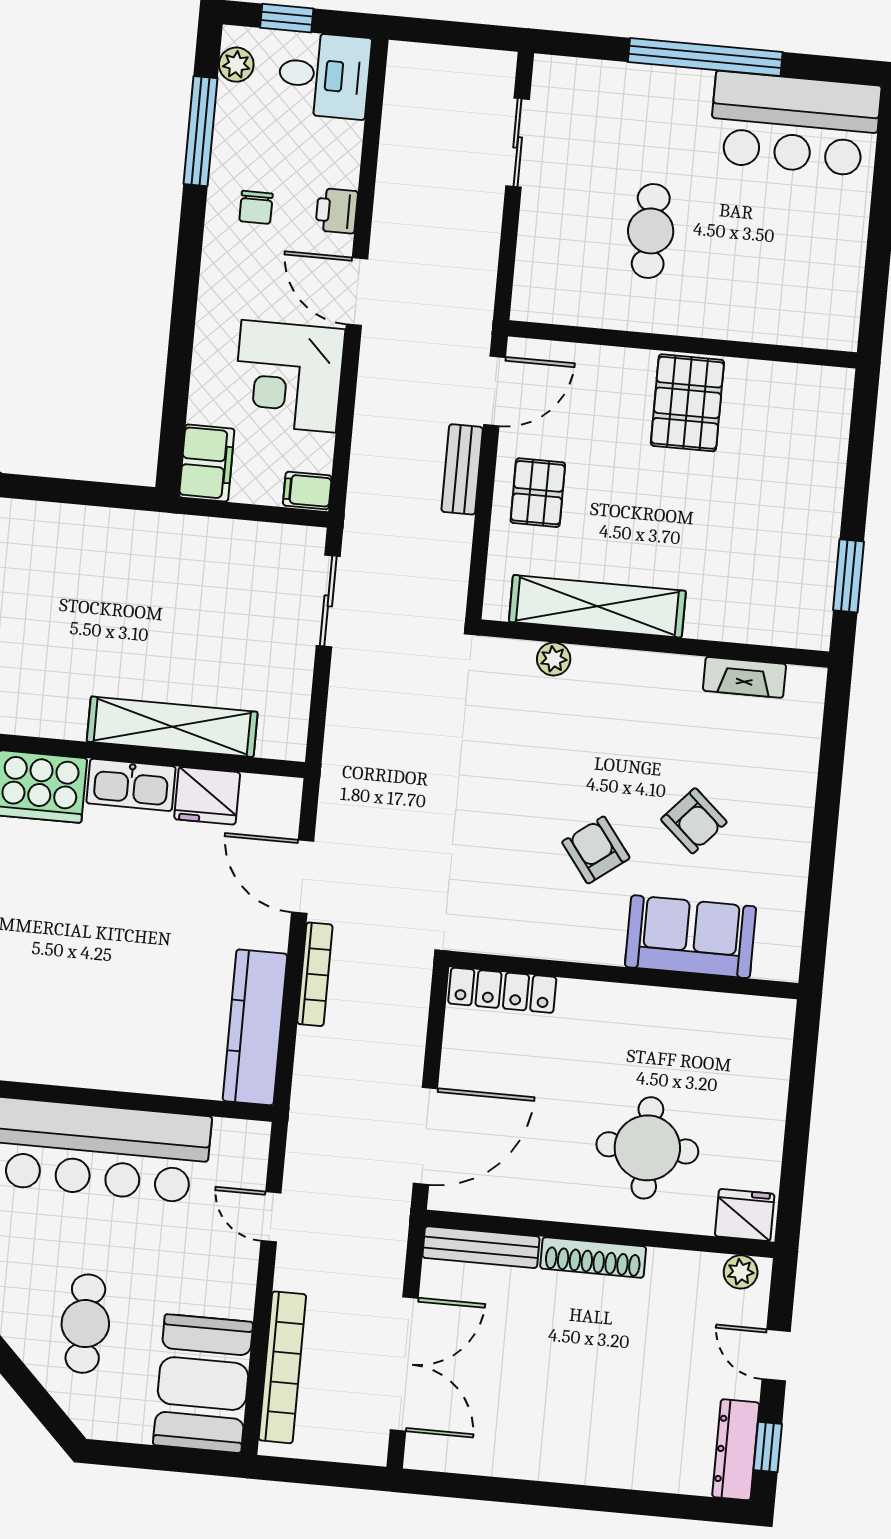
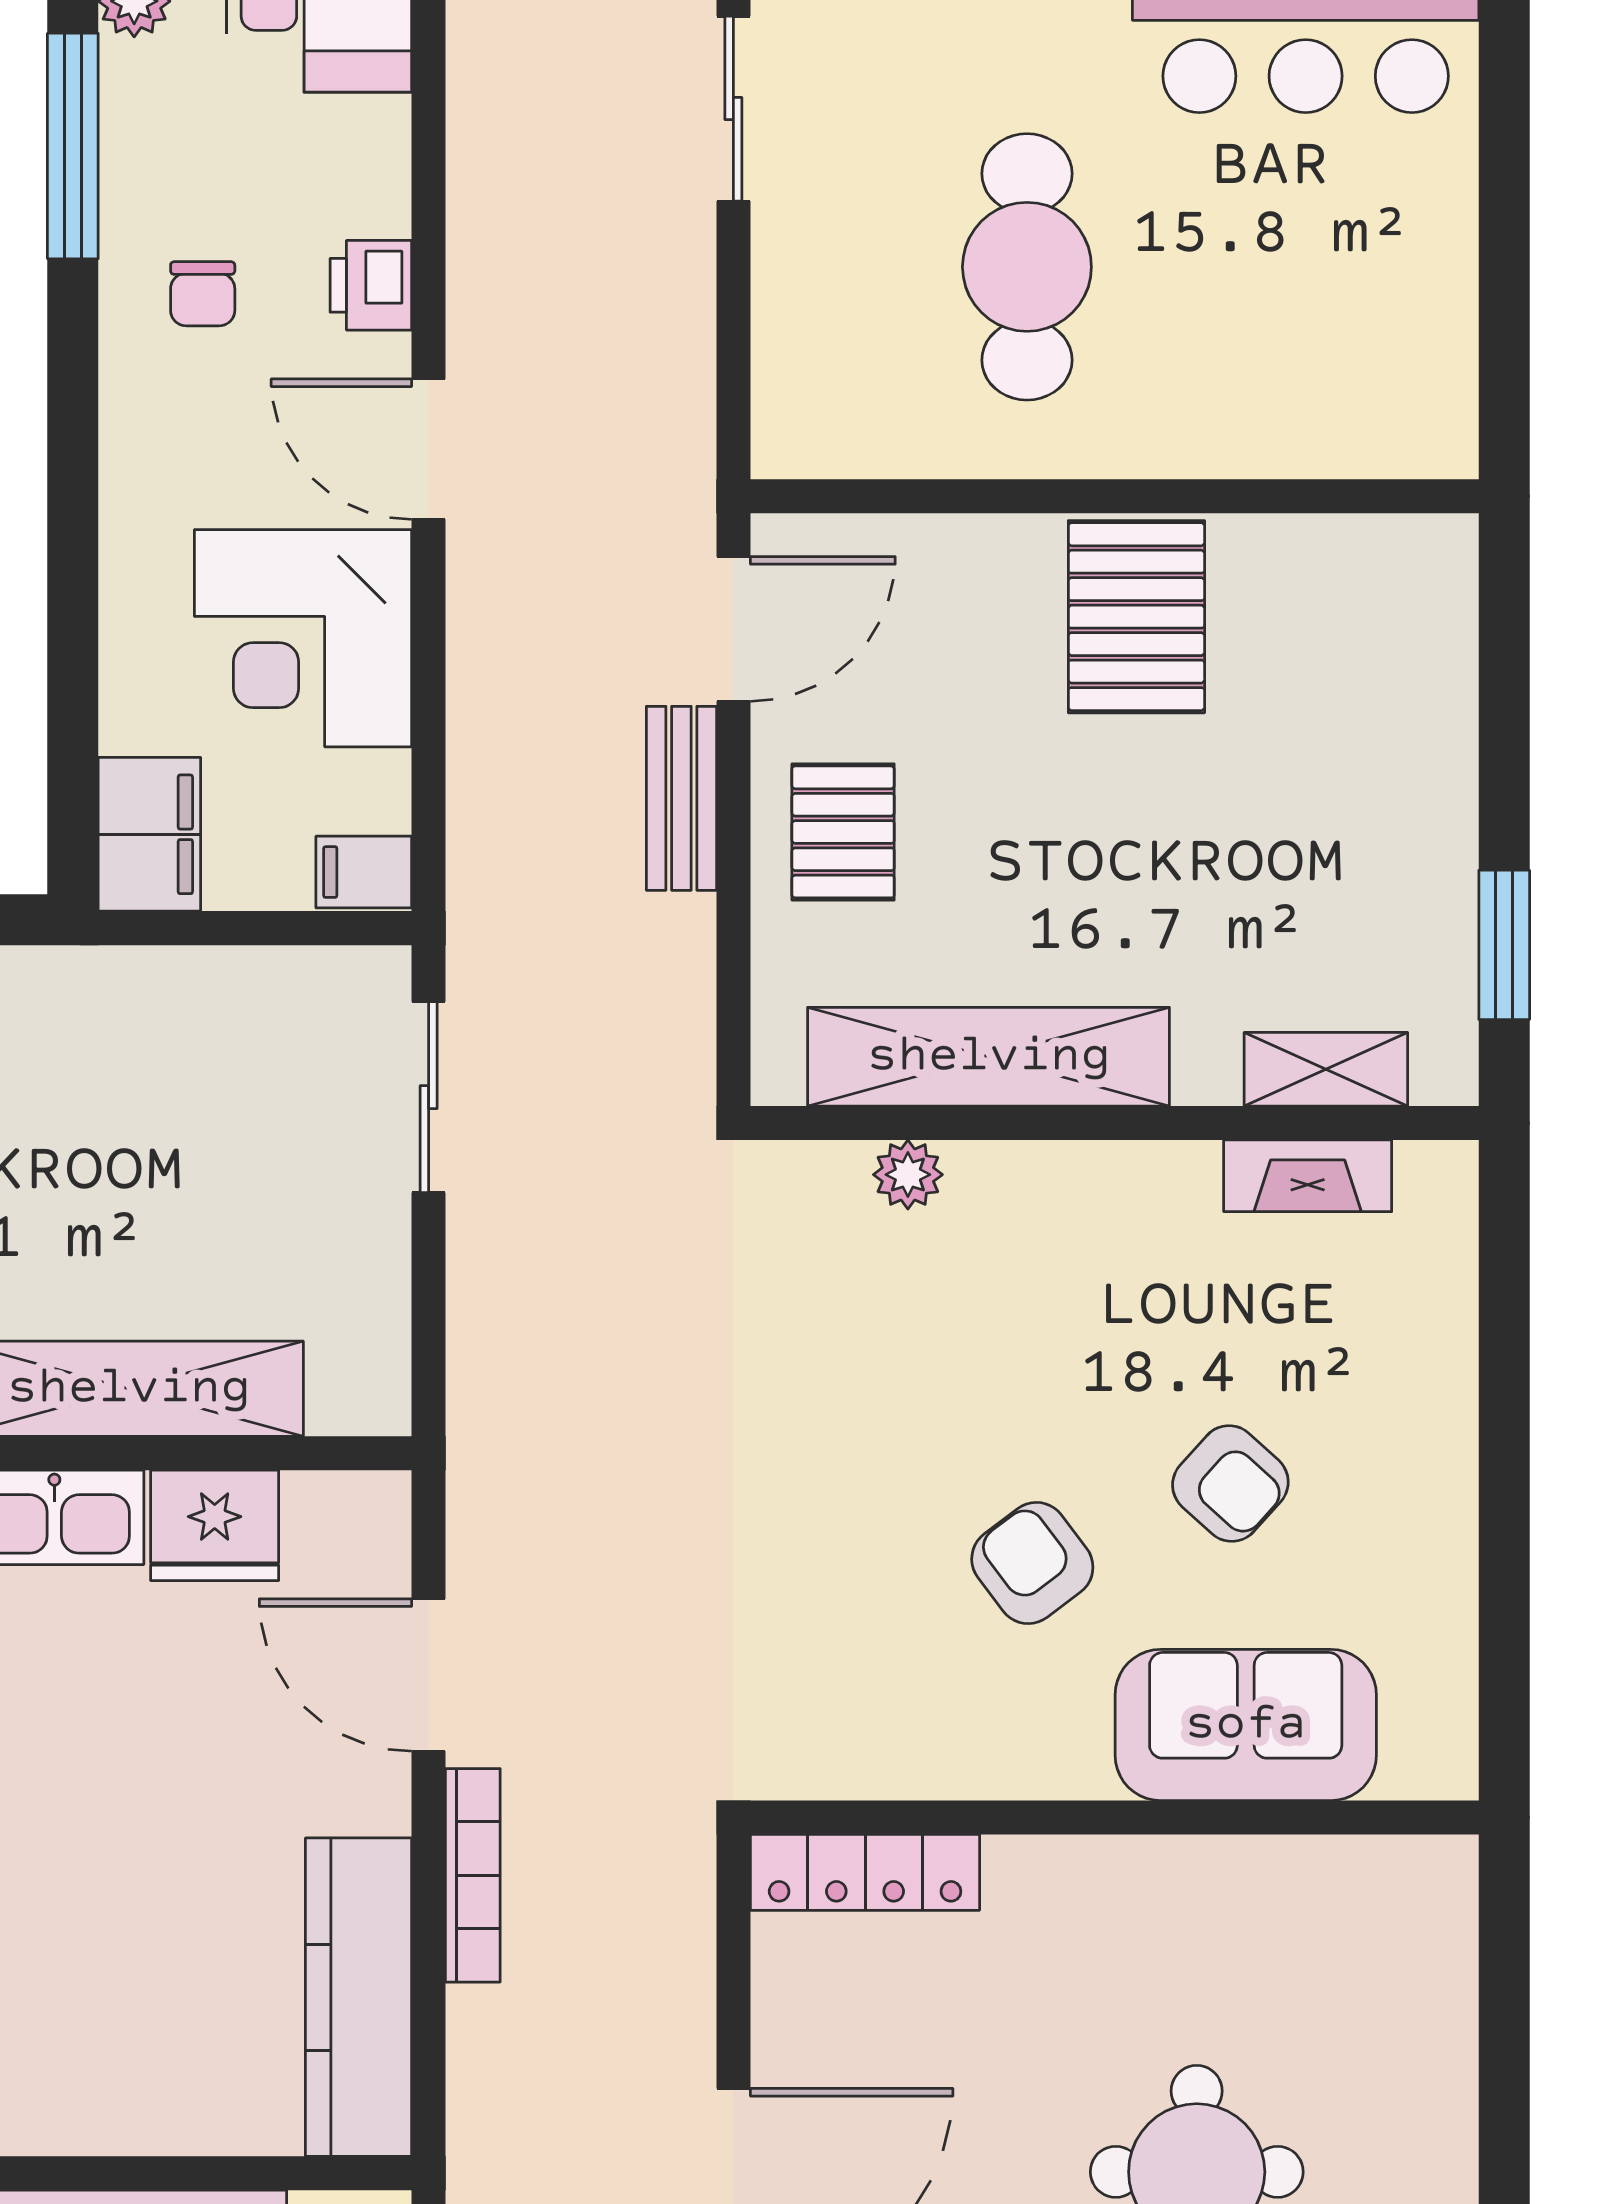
cafe table: (651, 231) -> (1027, 267), width x1.37, depth x1.35
shelving: (758, 627) -> (1326, 1069), added

